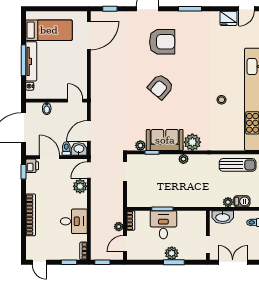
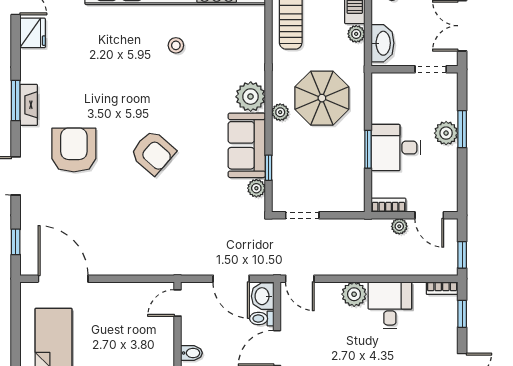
fireplace: (188, 16) -> (29, 105), added
parasol: (192, 183) -> (322, 98), added
plant: (80, 186) -> (354, 294), moved

